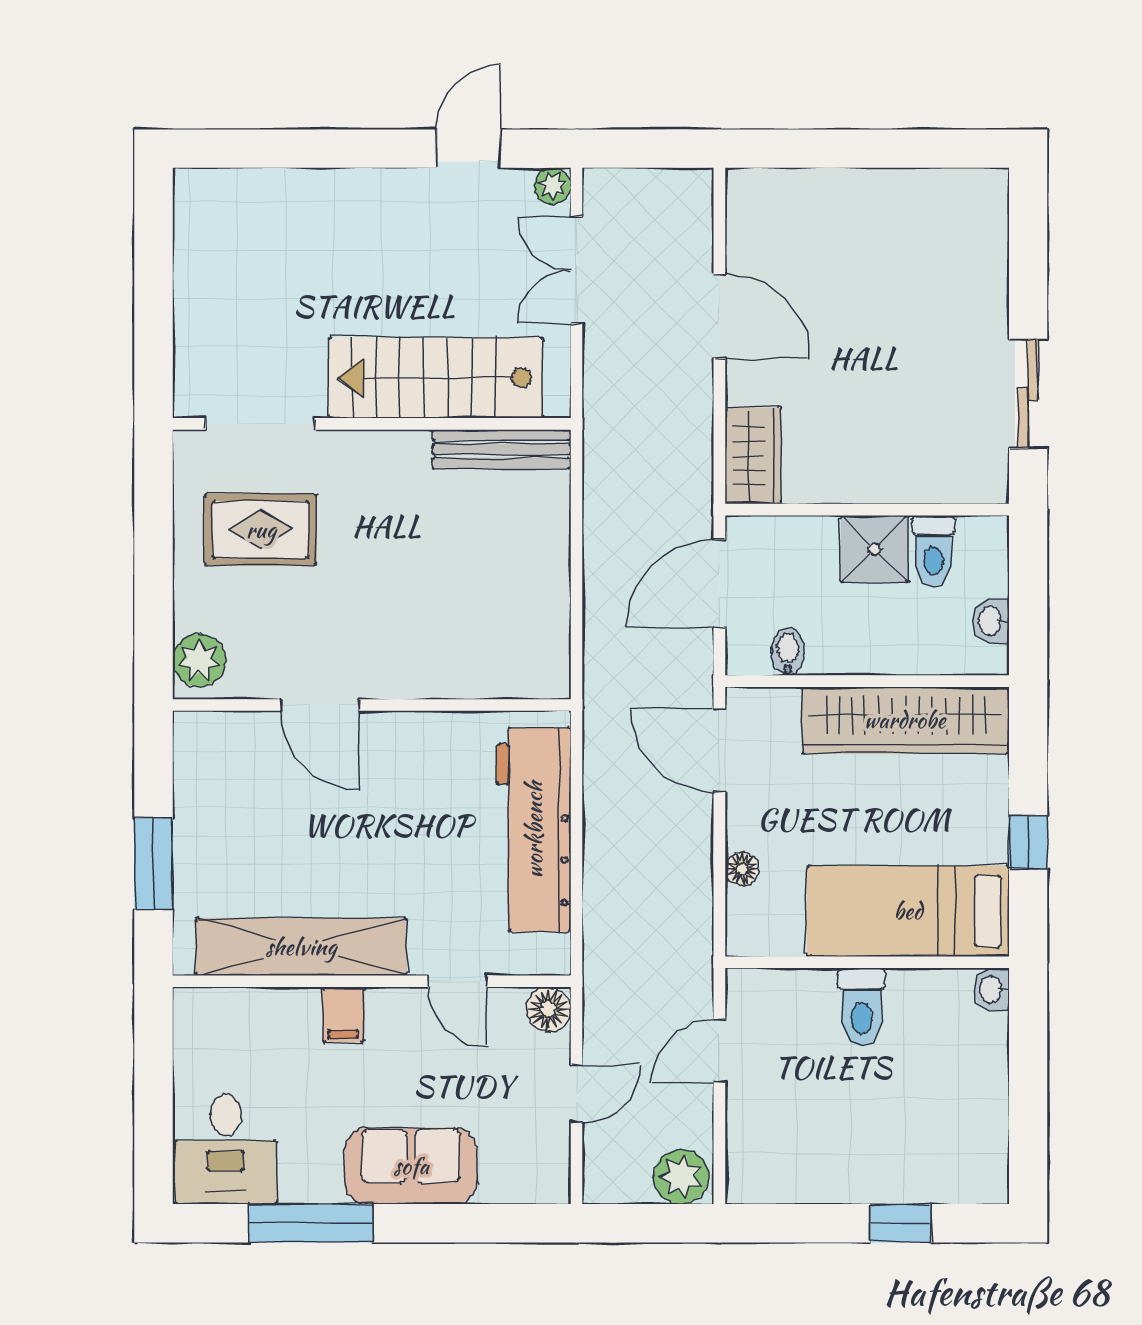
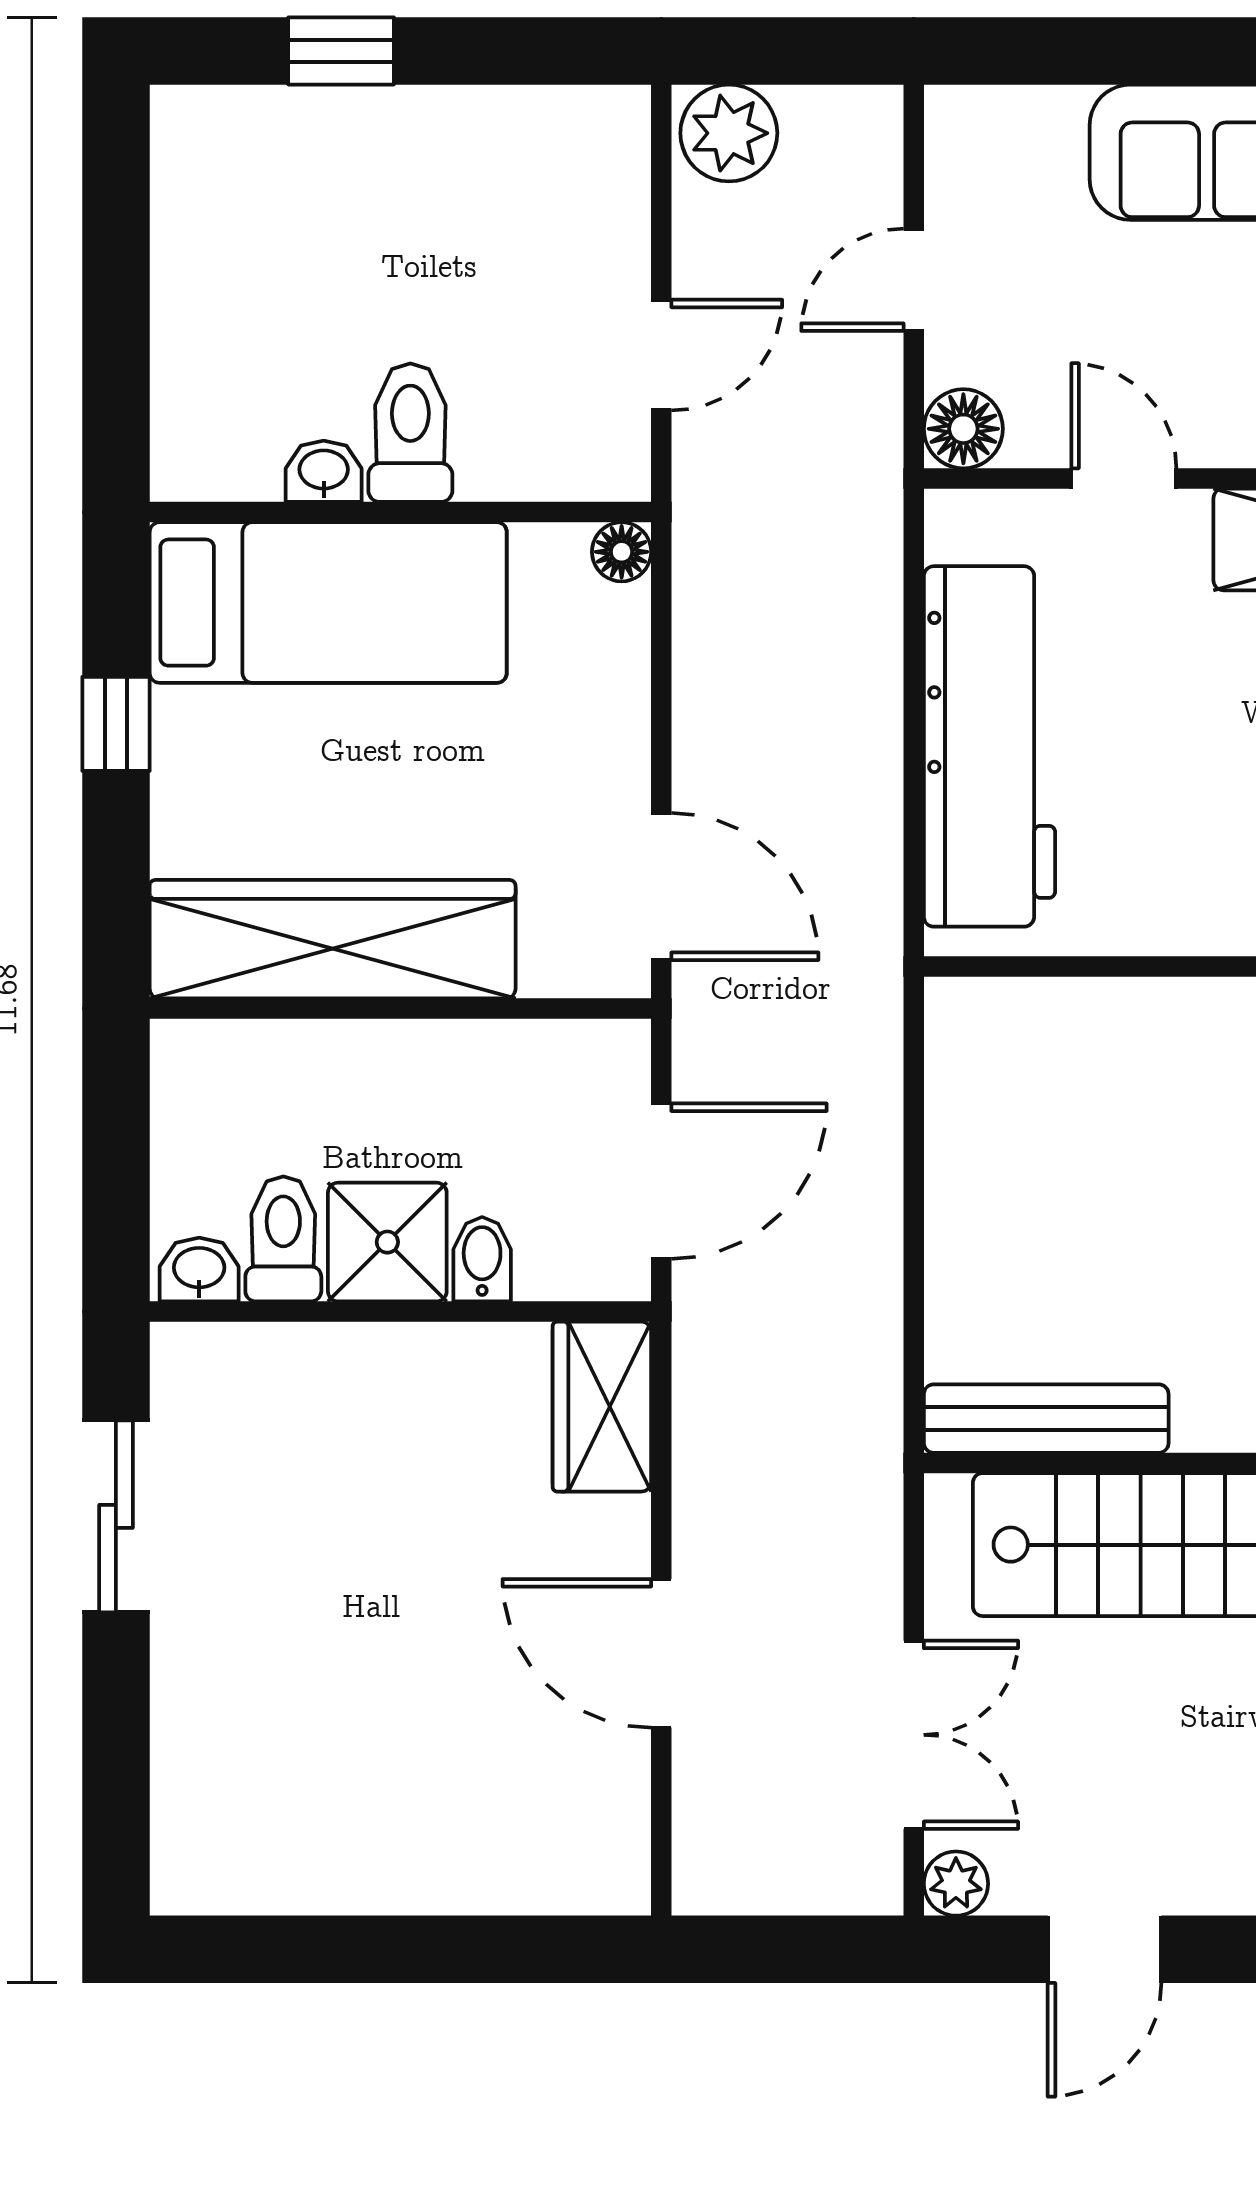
washbasin: (991, 621) -> (199, 1270), moved, turned -90
bidet: (788, 652) -> (482, 1259), moved, turned 180
floor lamp: (742, 869) -> (622, 552), moved
washbasin: (992, 989) -> (324, 471), moved, turned -90

